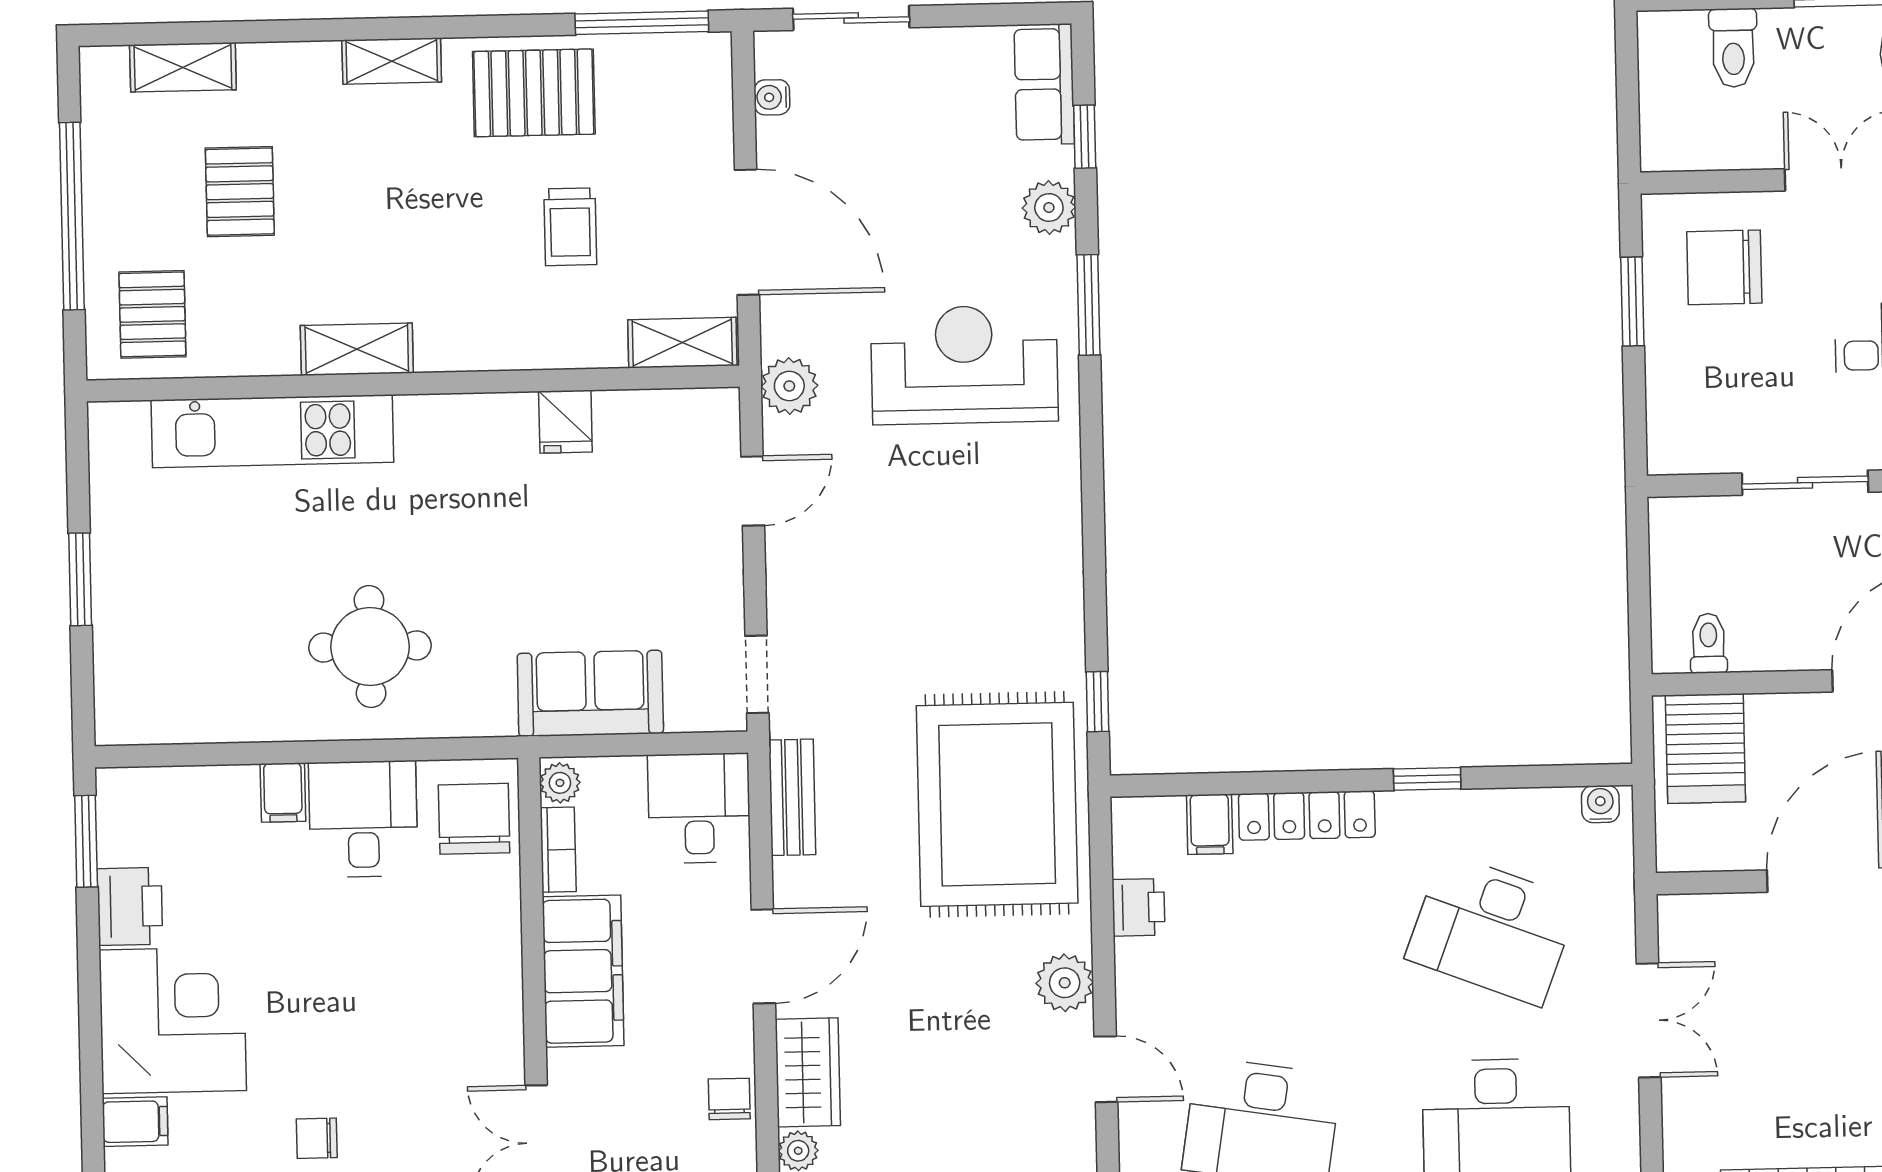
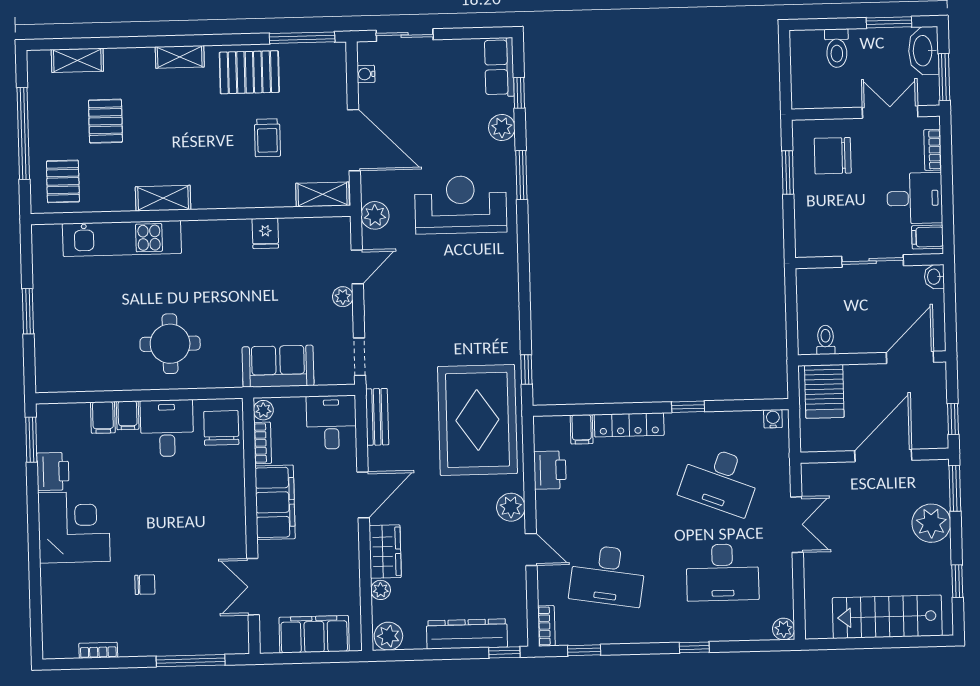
plant: (723, 552) -> (343, 297), added
printer: (1138, 907) -> (550, 470), width x1.36, depth x1.24
chair: (729, 1099) -> (347, 565), removed
filing cabinet: (135, 1122) -> (103, 417), moved, turned 90
chair: (317, 1138) -> (145, 585), turned 180

